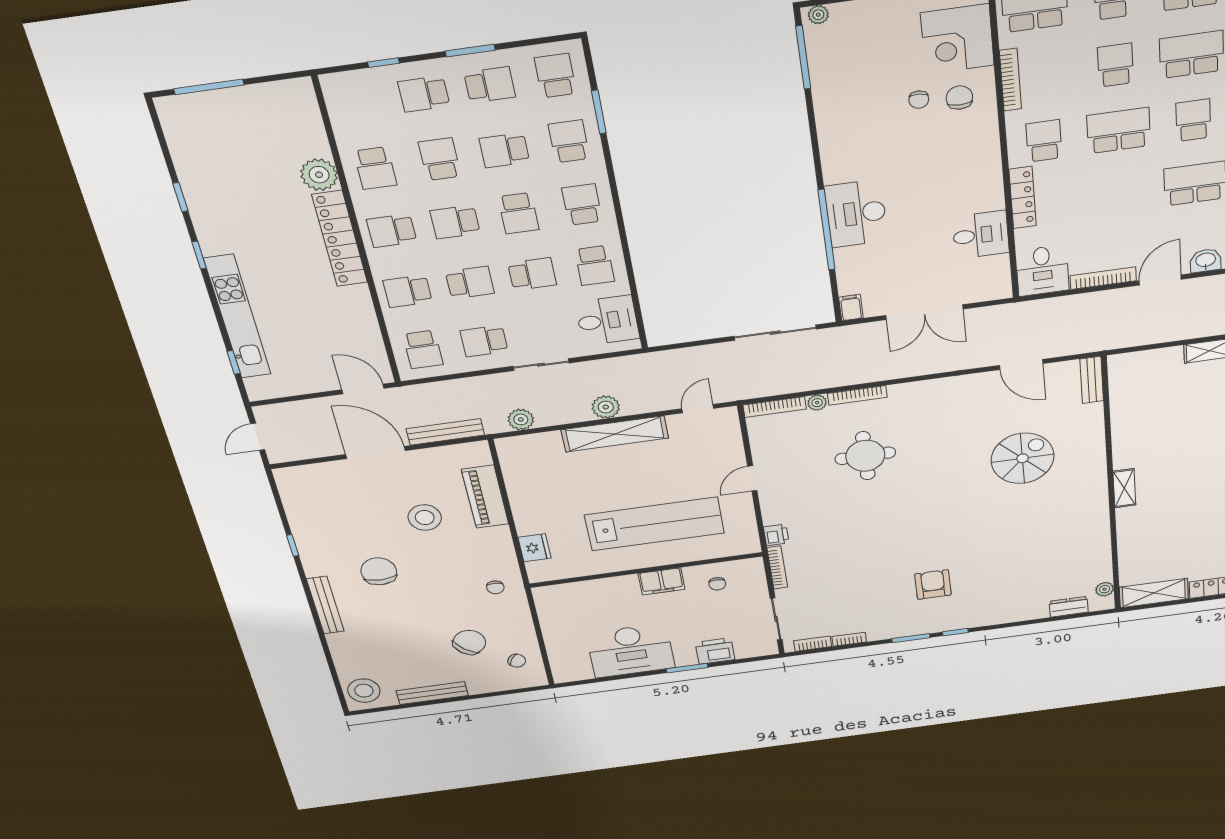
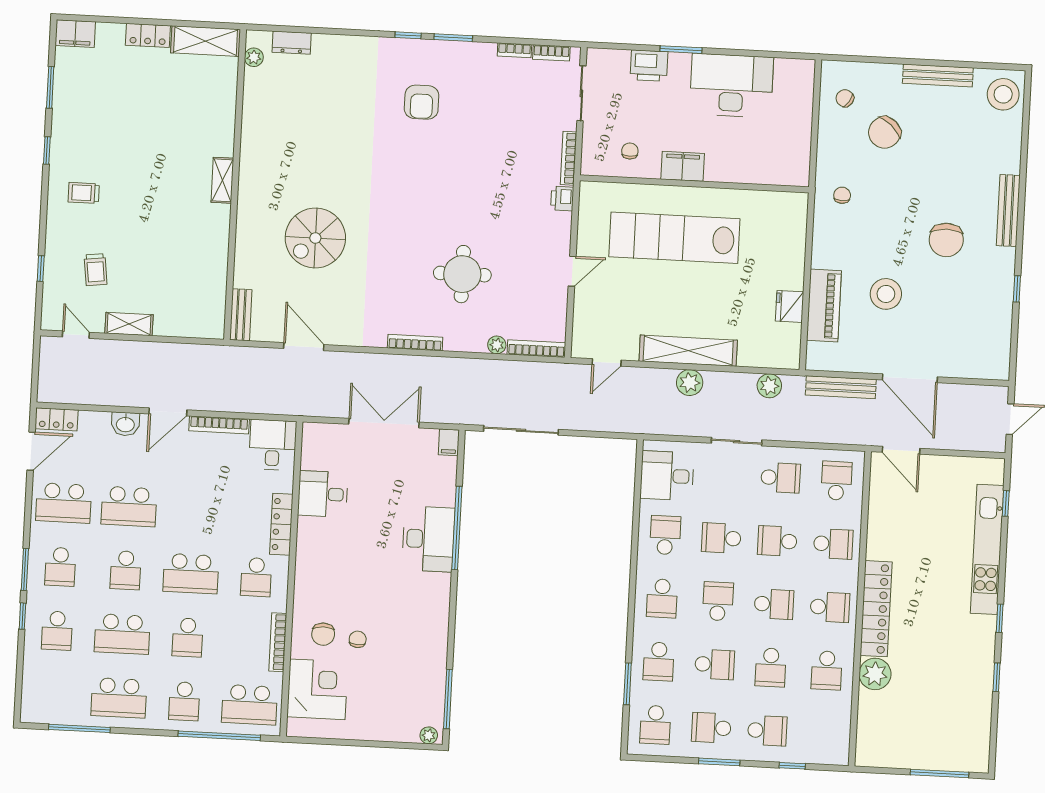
school desk: (375, 168) -> (827, 670), turned 180
bookcase: (857, 395) -> (415, 343), moved
fridge: (534, 548) -> (790, 306), moved

